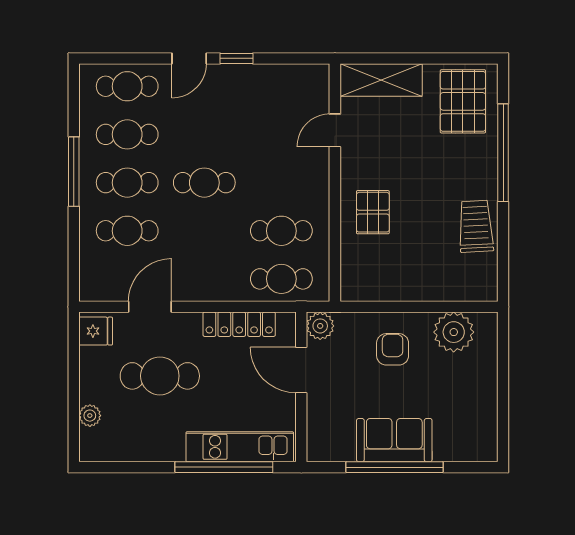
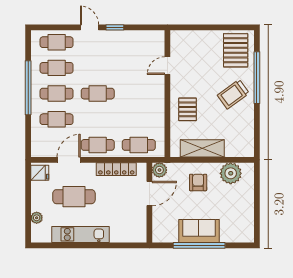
door: (189, 58) -> (90, 27), swing flipped
shelving: (381, 80) -> (202, 148), moved
window: (74, 172) -> (28, 88), width x1.46
trolley: (476, 226) -> (233, 94), moved, turned -123
cafe table: (281, 231) -> (98, 145), moved
door: (301, 370) -> (149, 194), swing flipped
kitchen unit: (240, 447) -> (80, 234), moved
window: (224, 467) -> (108, 245), removed

